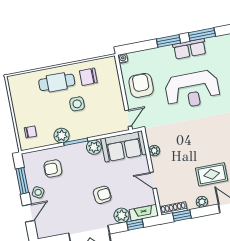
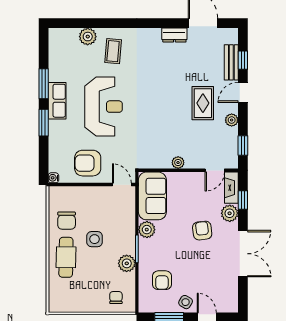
plant: (154, 151) -> (178, 163), moved
door: (153, 180) -> (215, 170), moved
shoe rack: (173, 208) -> (233, 153), removed

